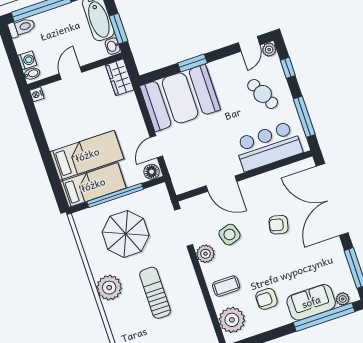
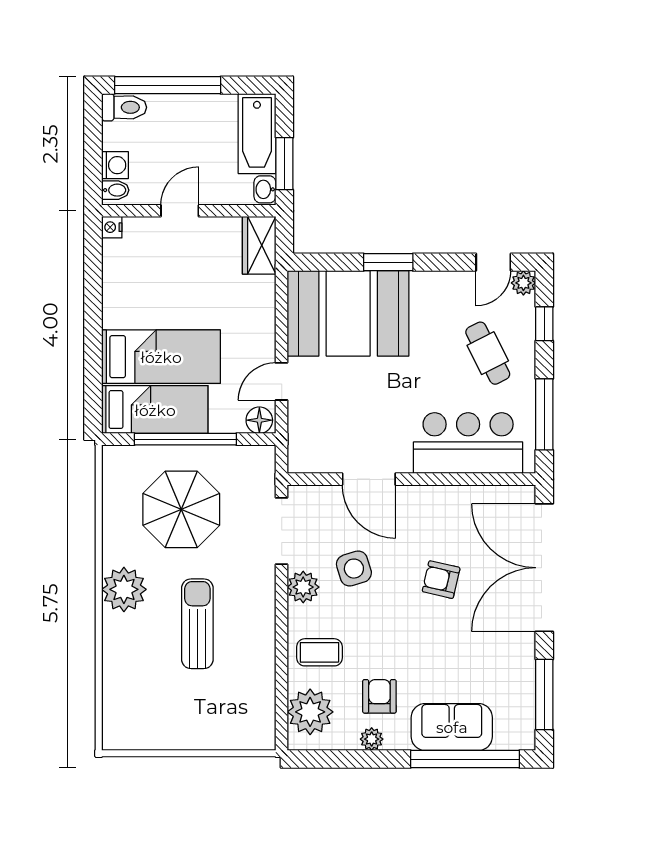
armchair: (267, 299) -> (379, 696), turned 90
plant: (343, 299) -> (372, 739), moved

